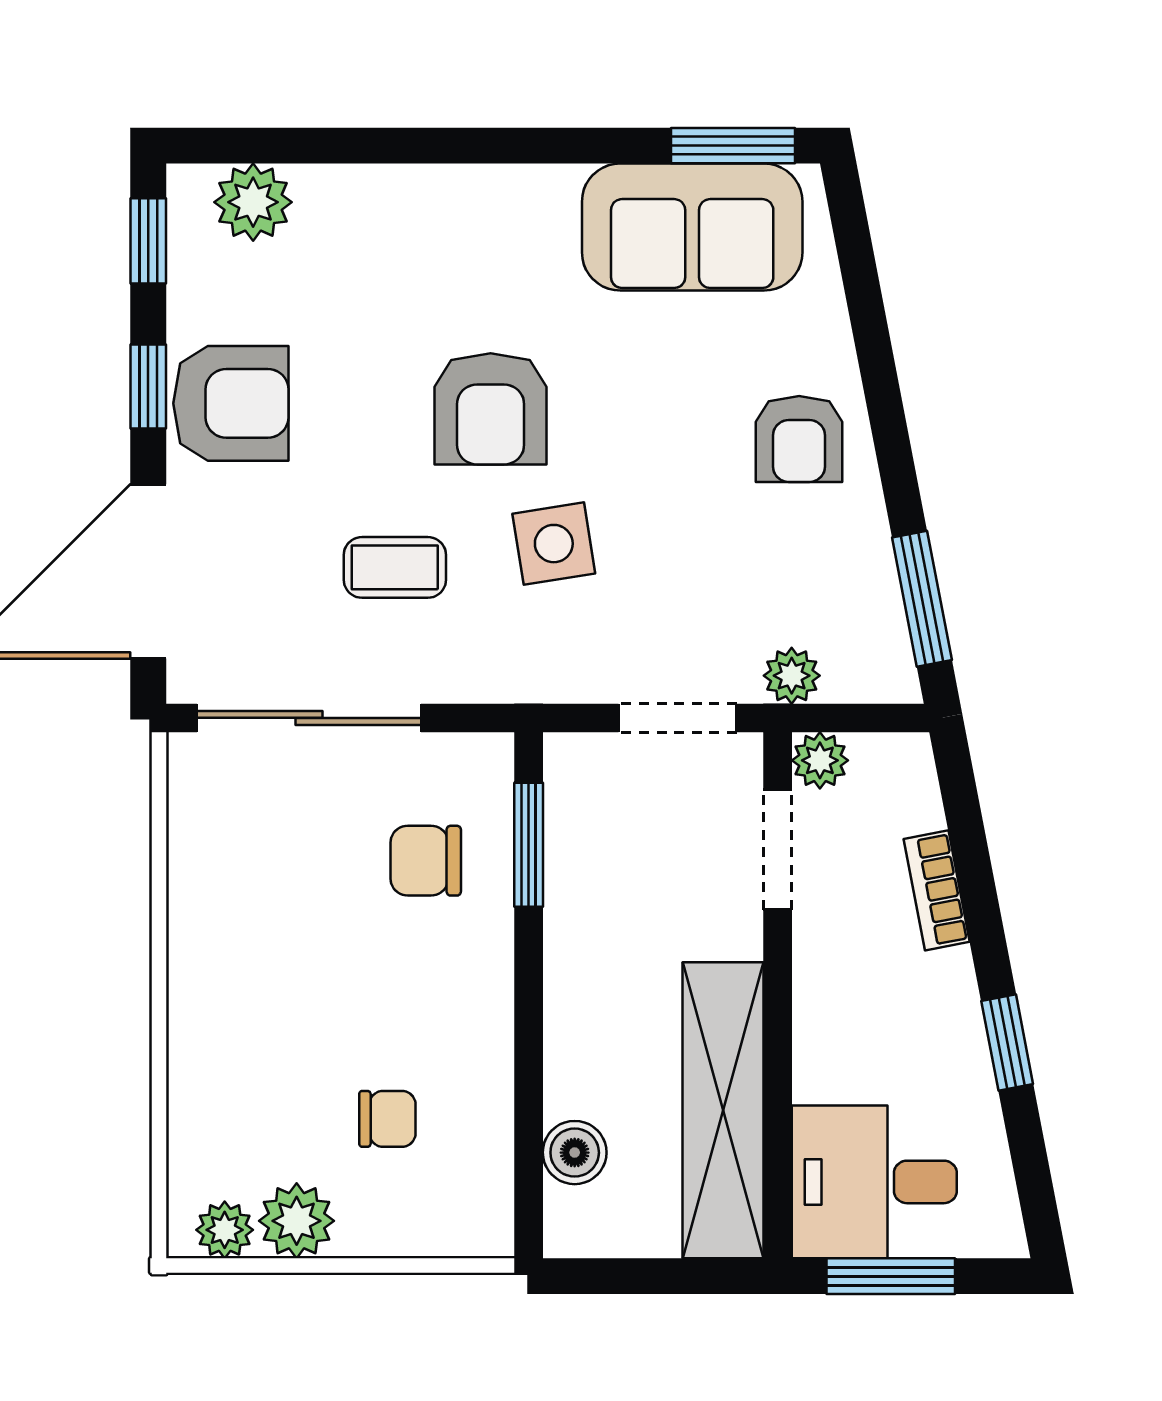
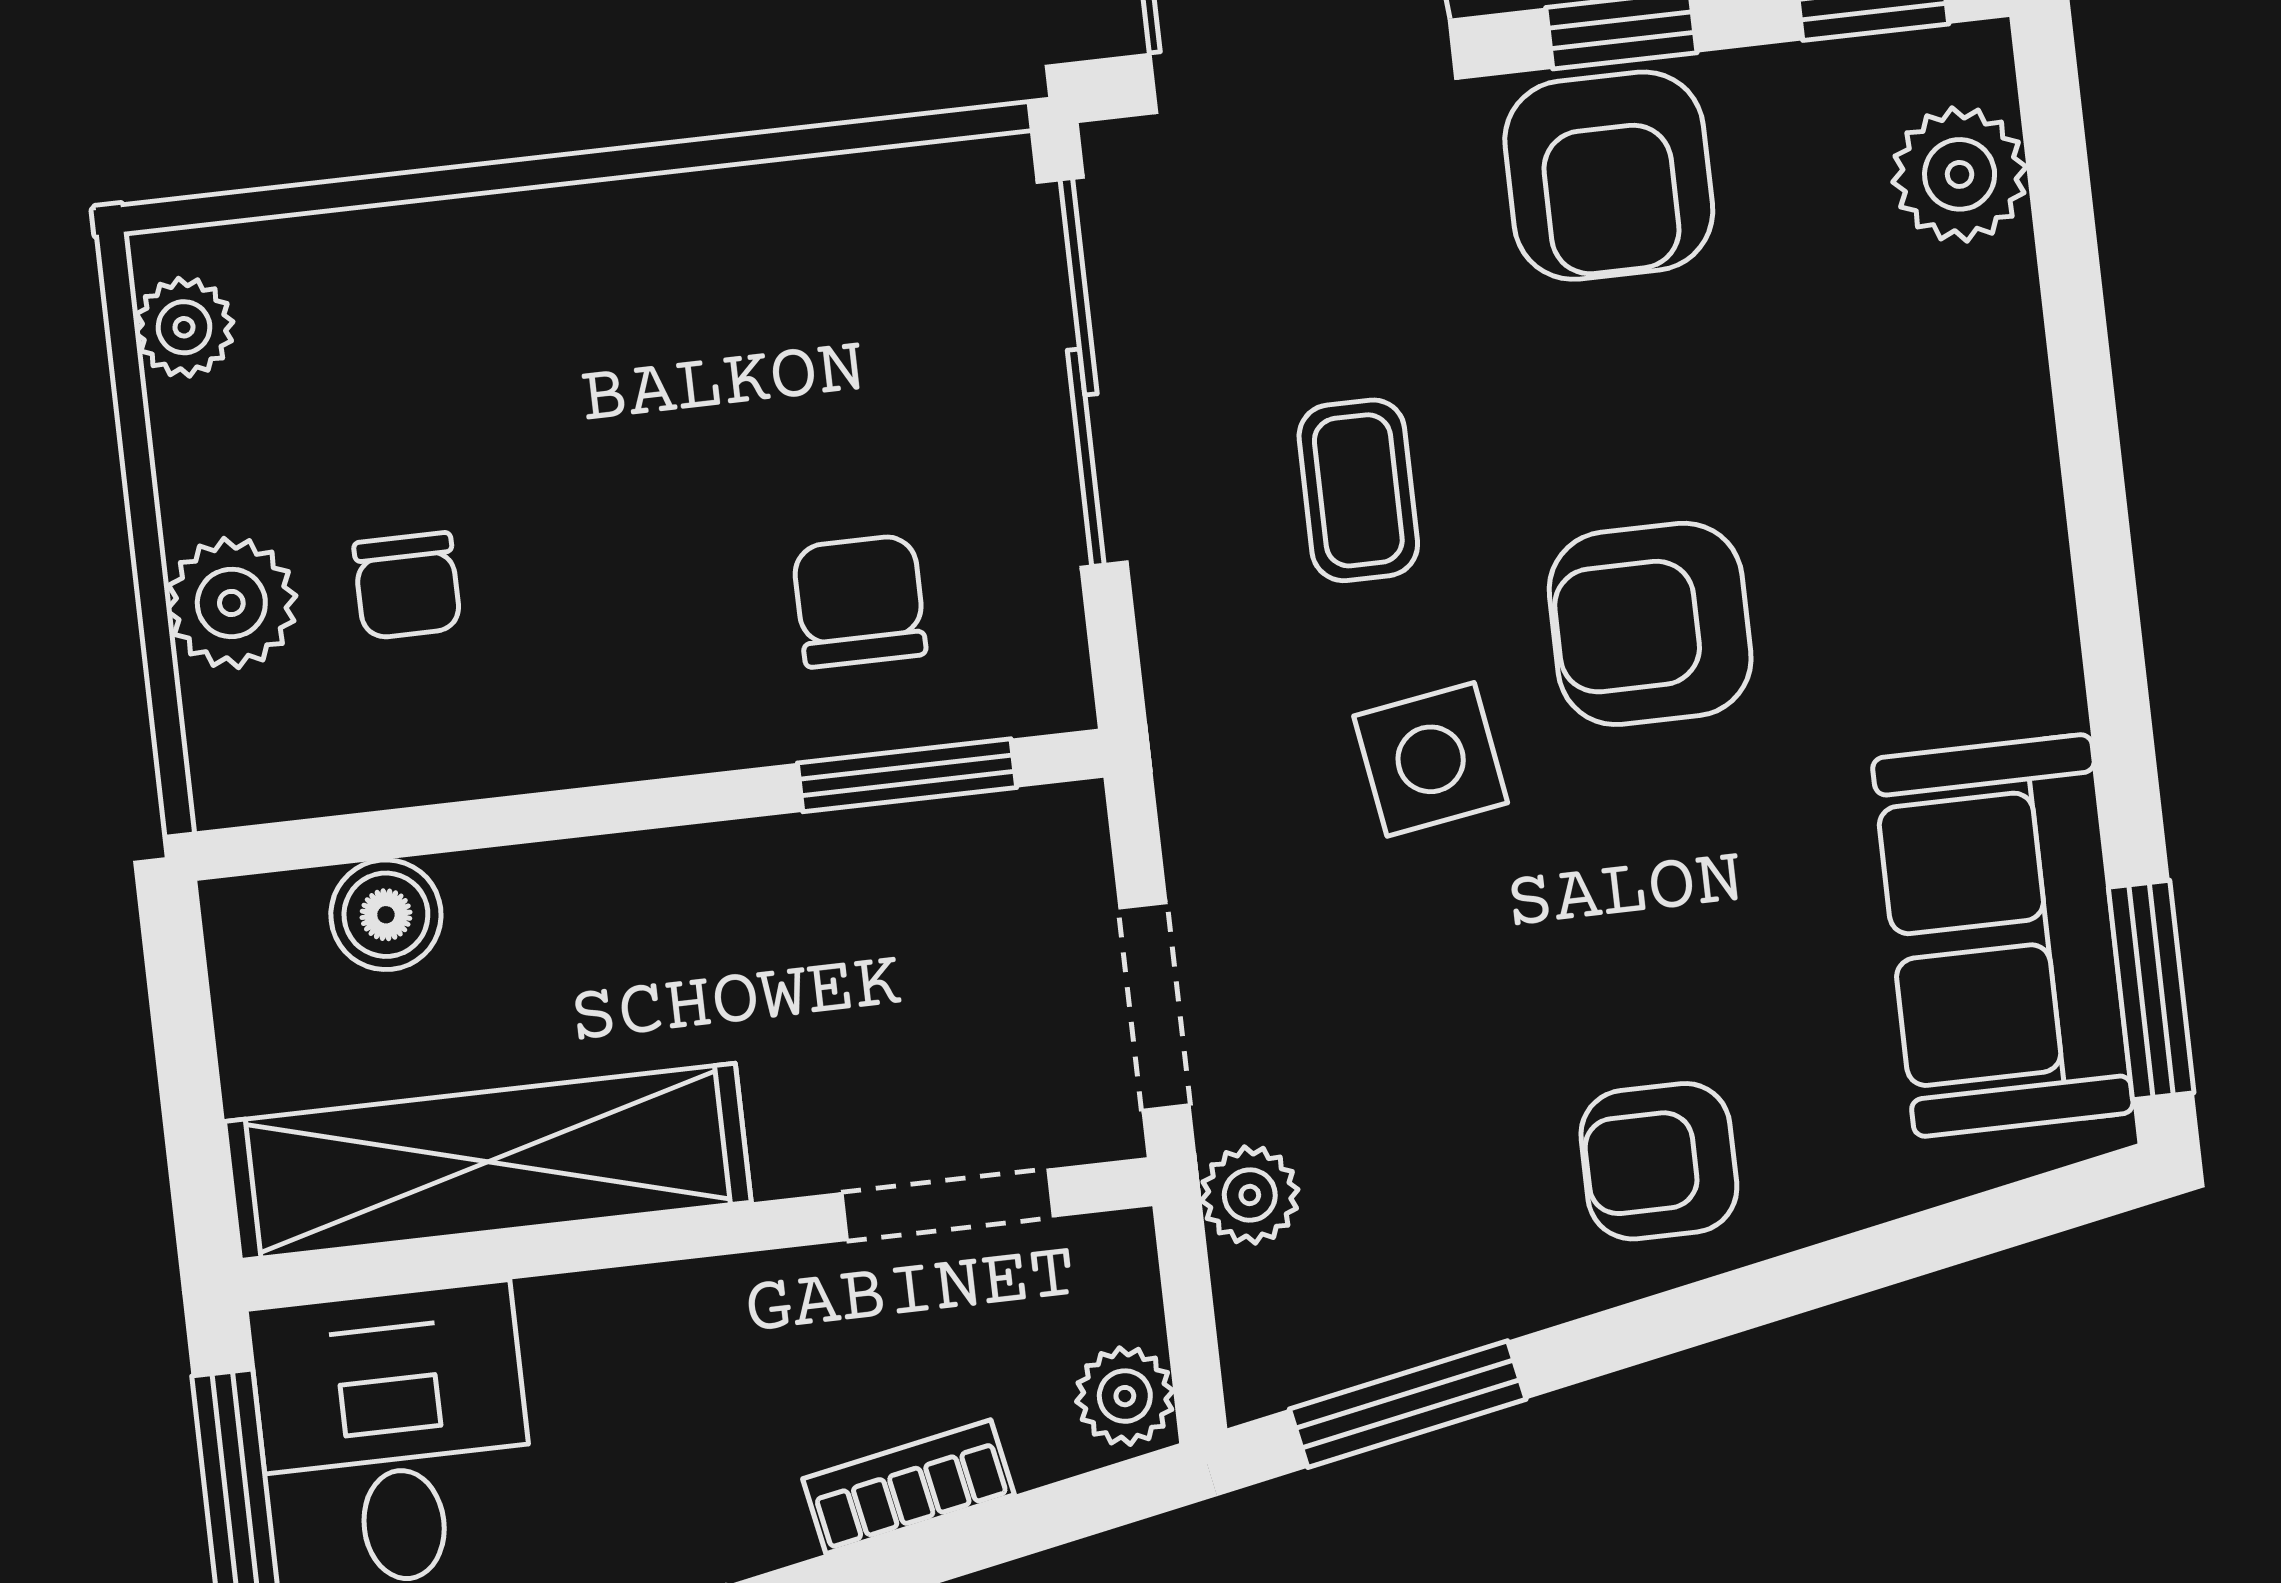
plant: (820, 760) -> (1125, 1396), moved
plant: (297, 1221) -> (231, 603), moved

